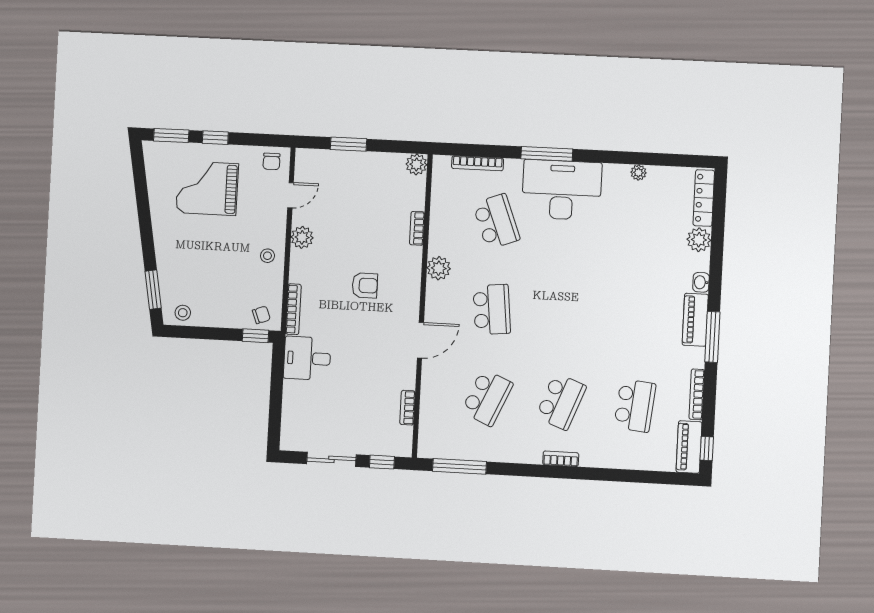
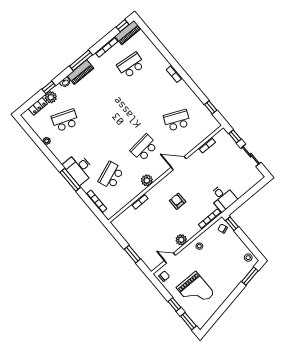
plant: (416, 164) -> (117, 223), removed
desk: (562, 190) -> (79, 168), width x0.73, depth x0.77
locker: (704, 198) -> (38, 106), width x0.66
window: (717, 250) -> (49, 87), added
school desk: (561, 402) -> (65, 120), moved
window: (459, 466) -> (211, 107), width x0.46

